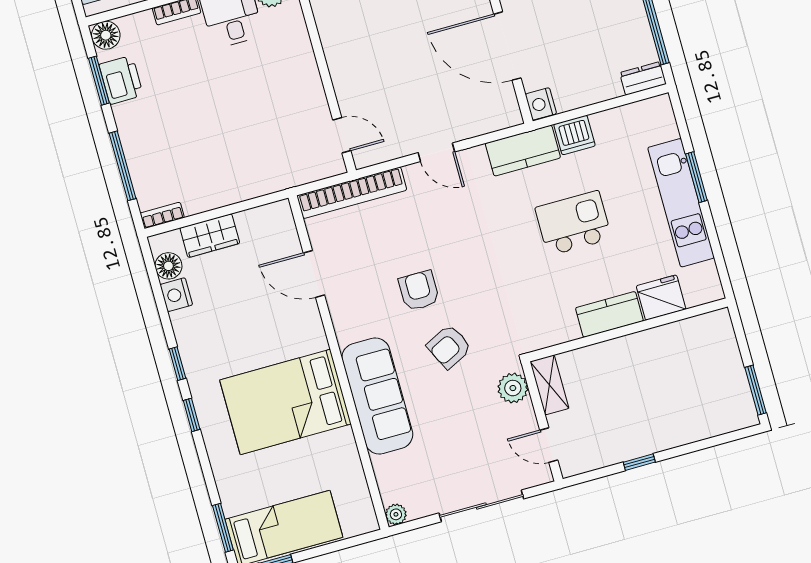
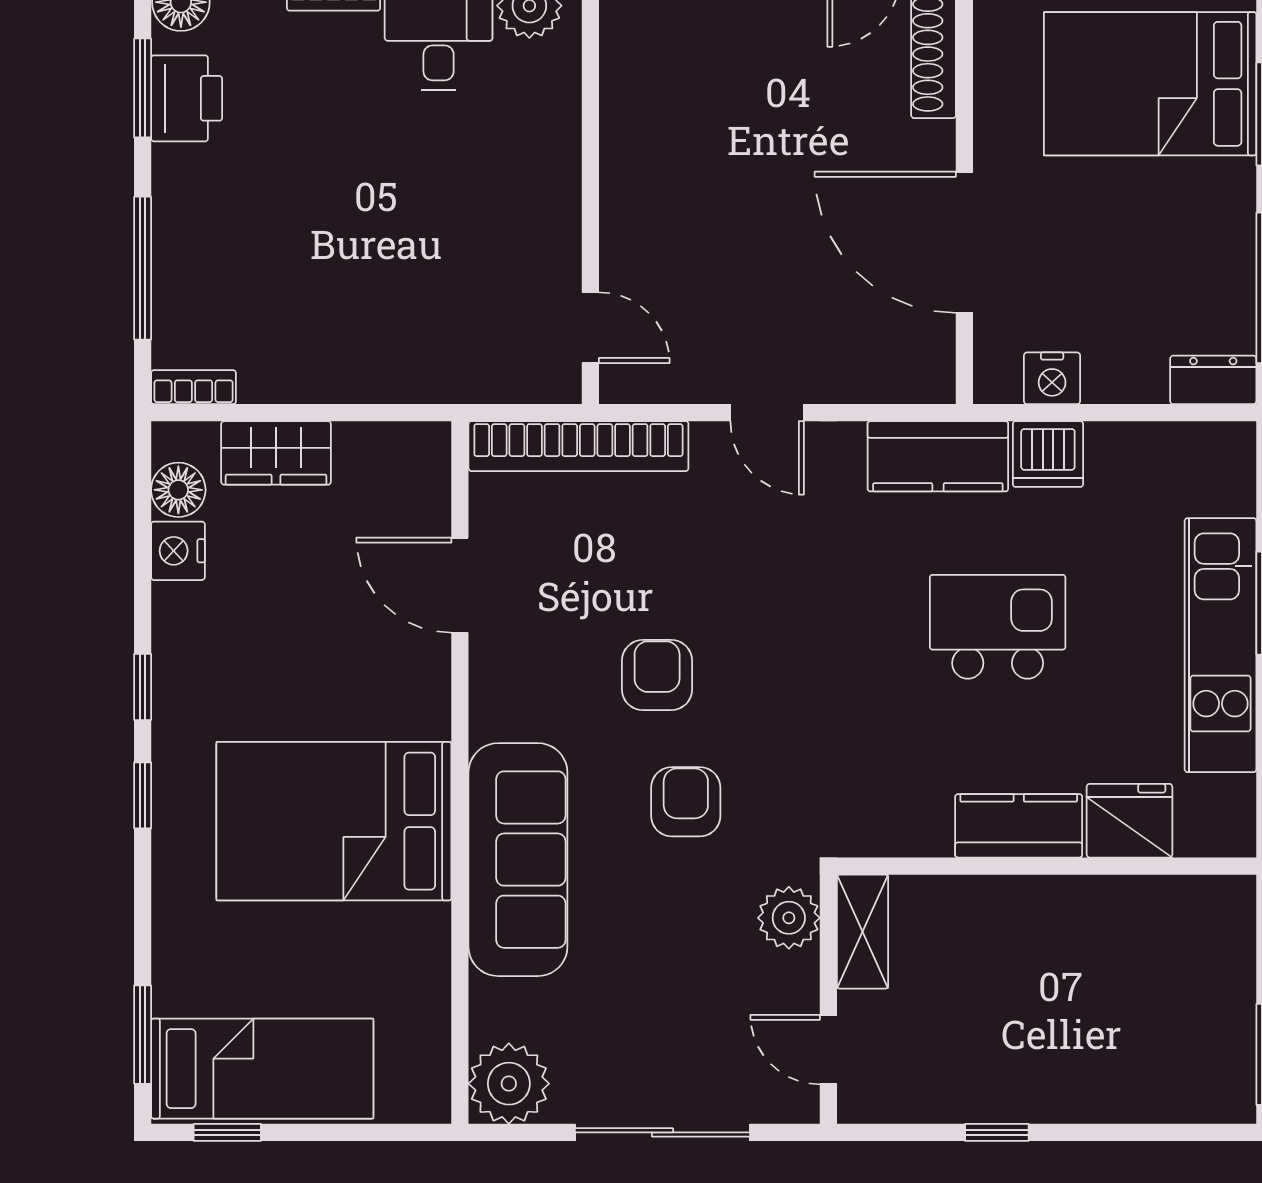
nightstand: (541, 104) -> (1052, 378), moved, turned -90
armchair: (449, 347) -> (686, 802), turned 116
plant: (396, 514) -> (509, 1084), width x1.88, depth x1.88

